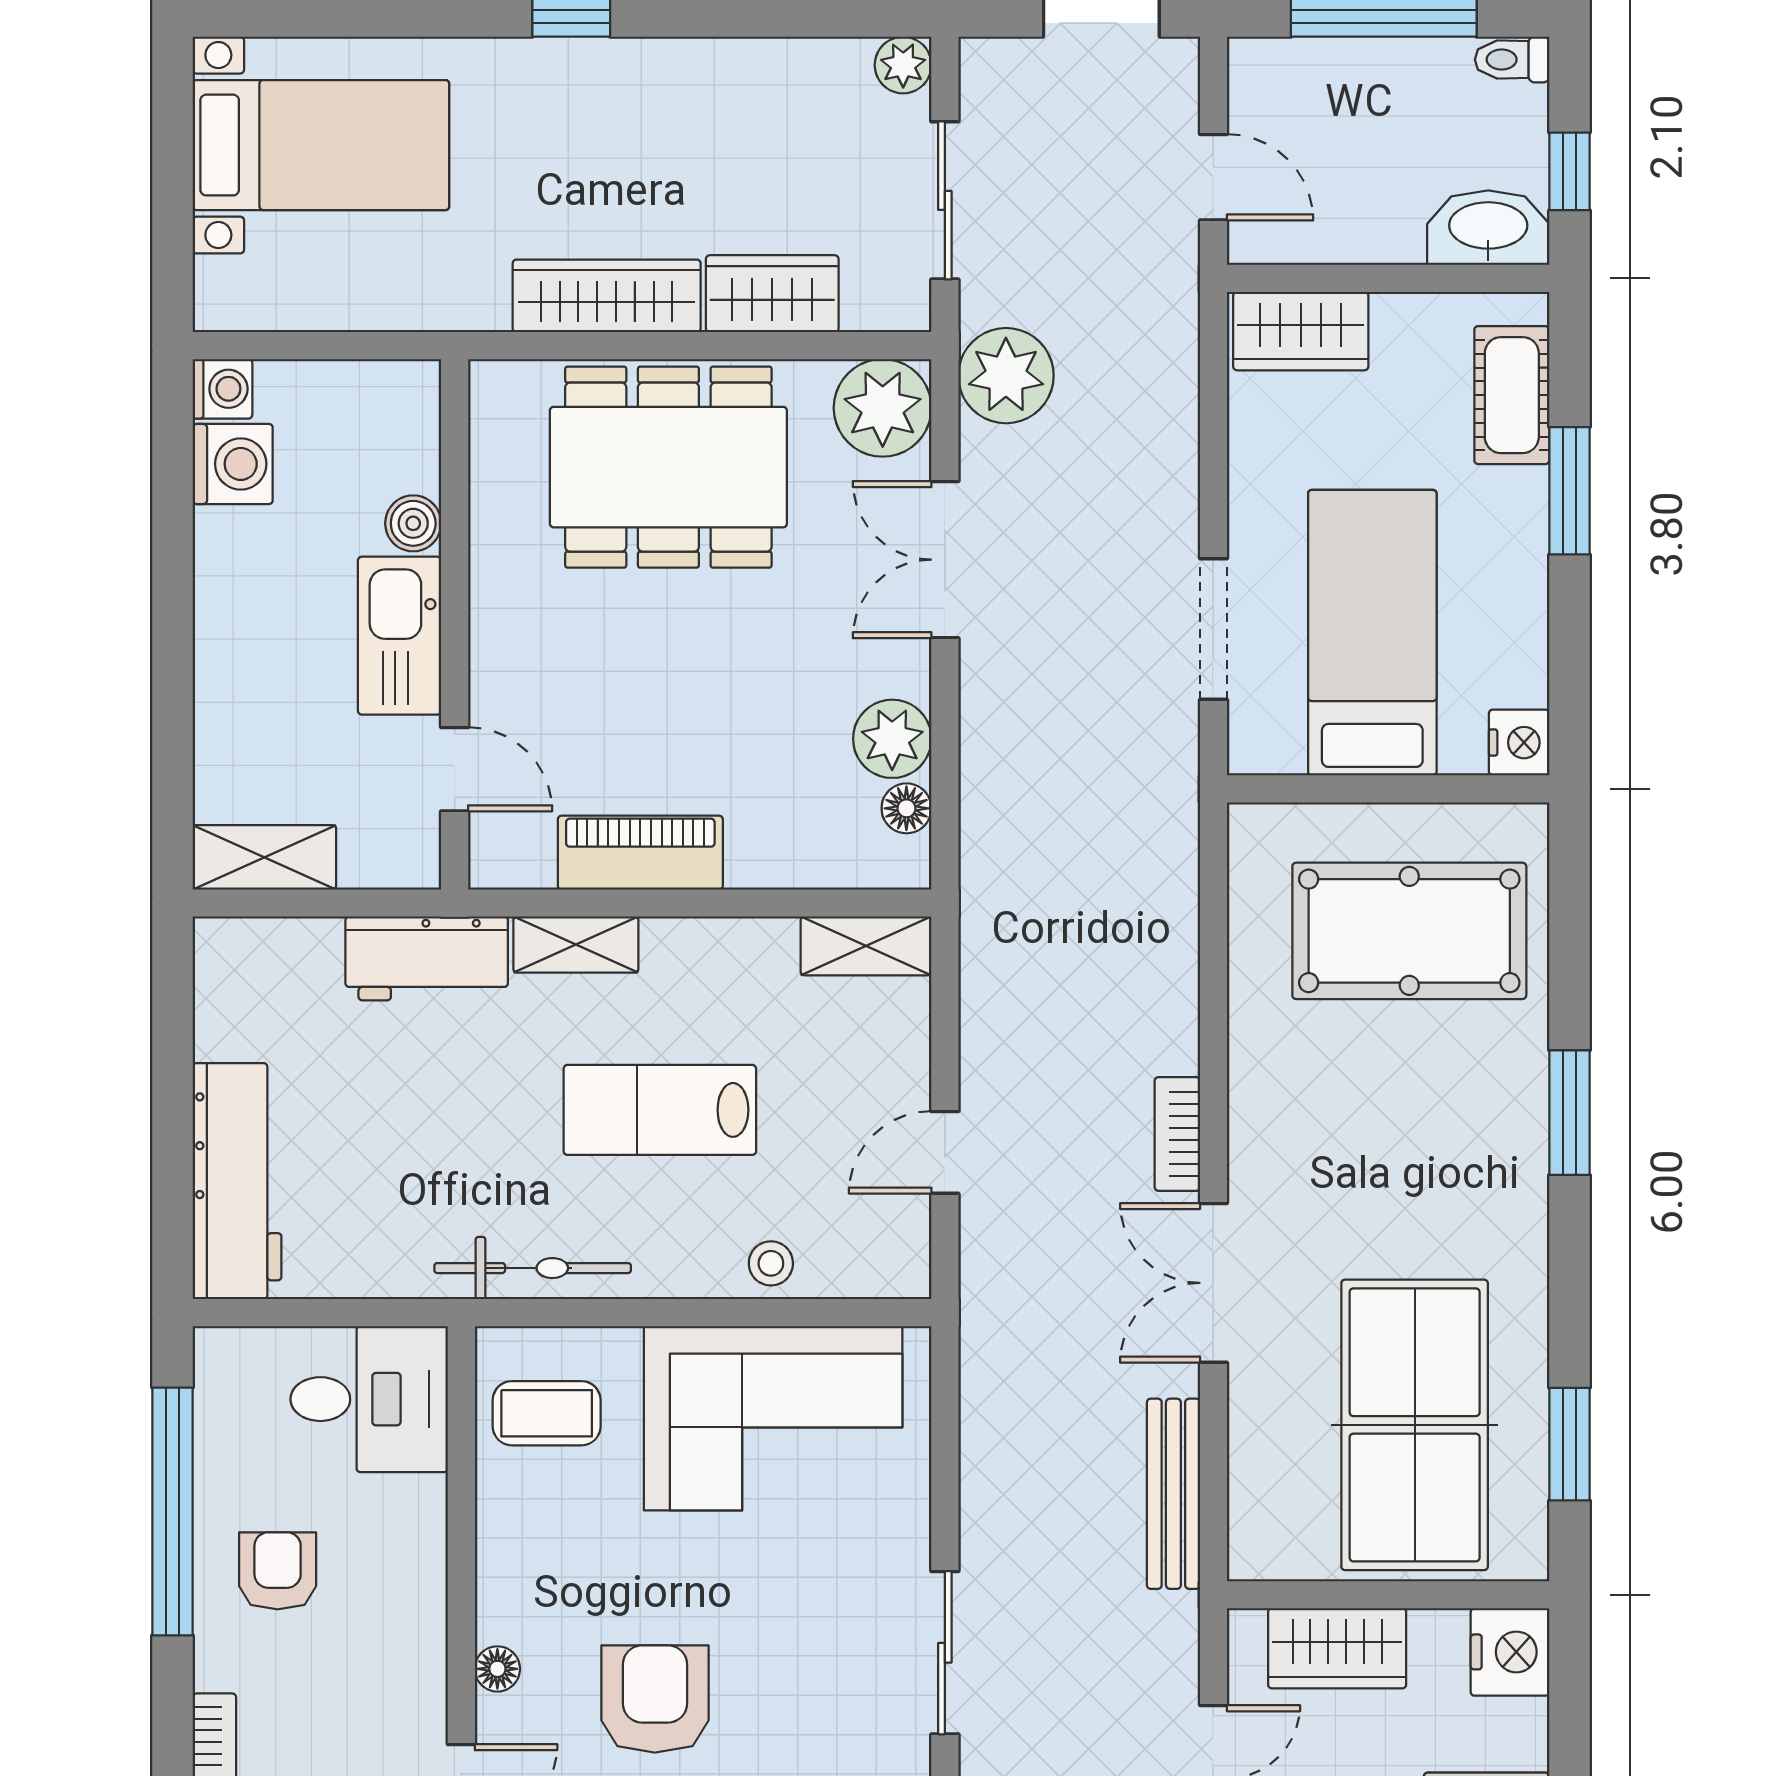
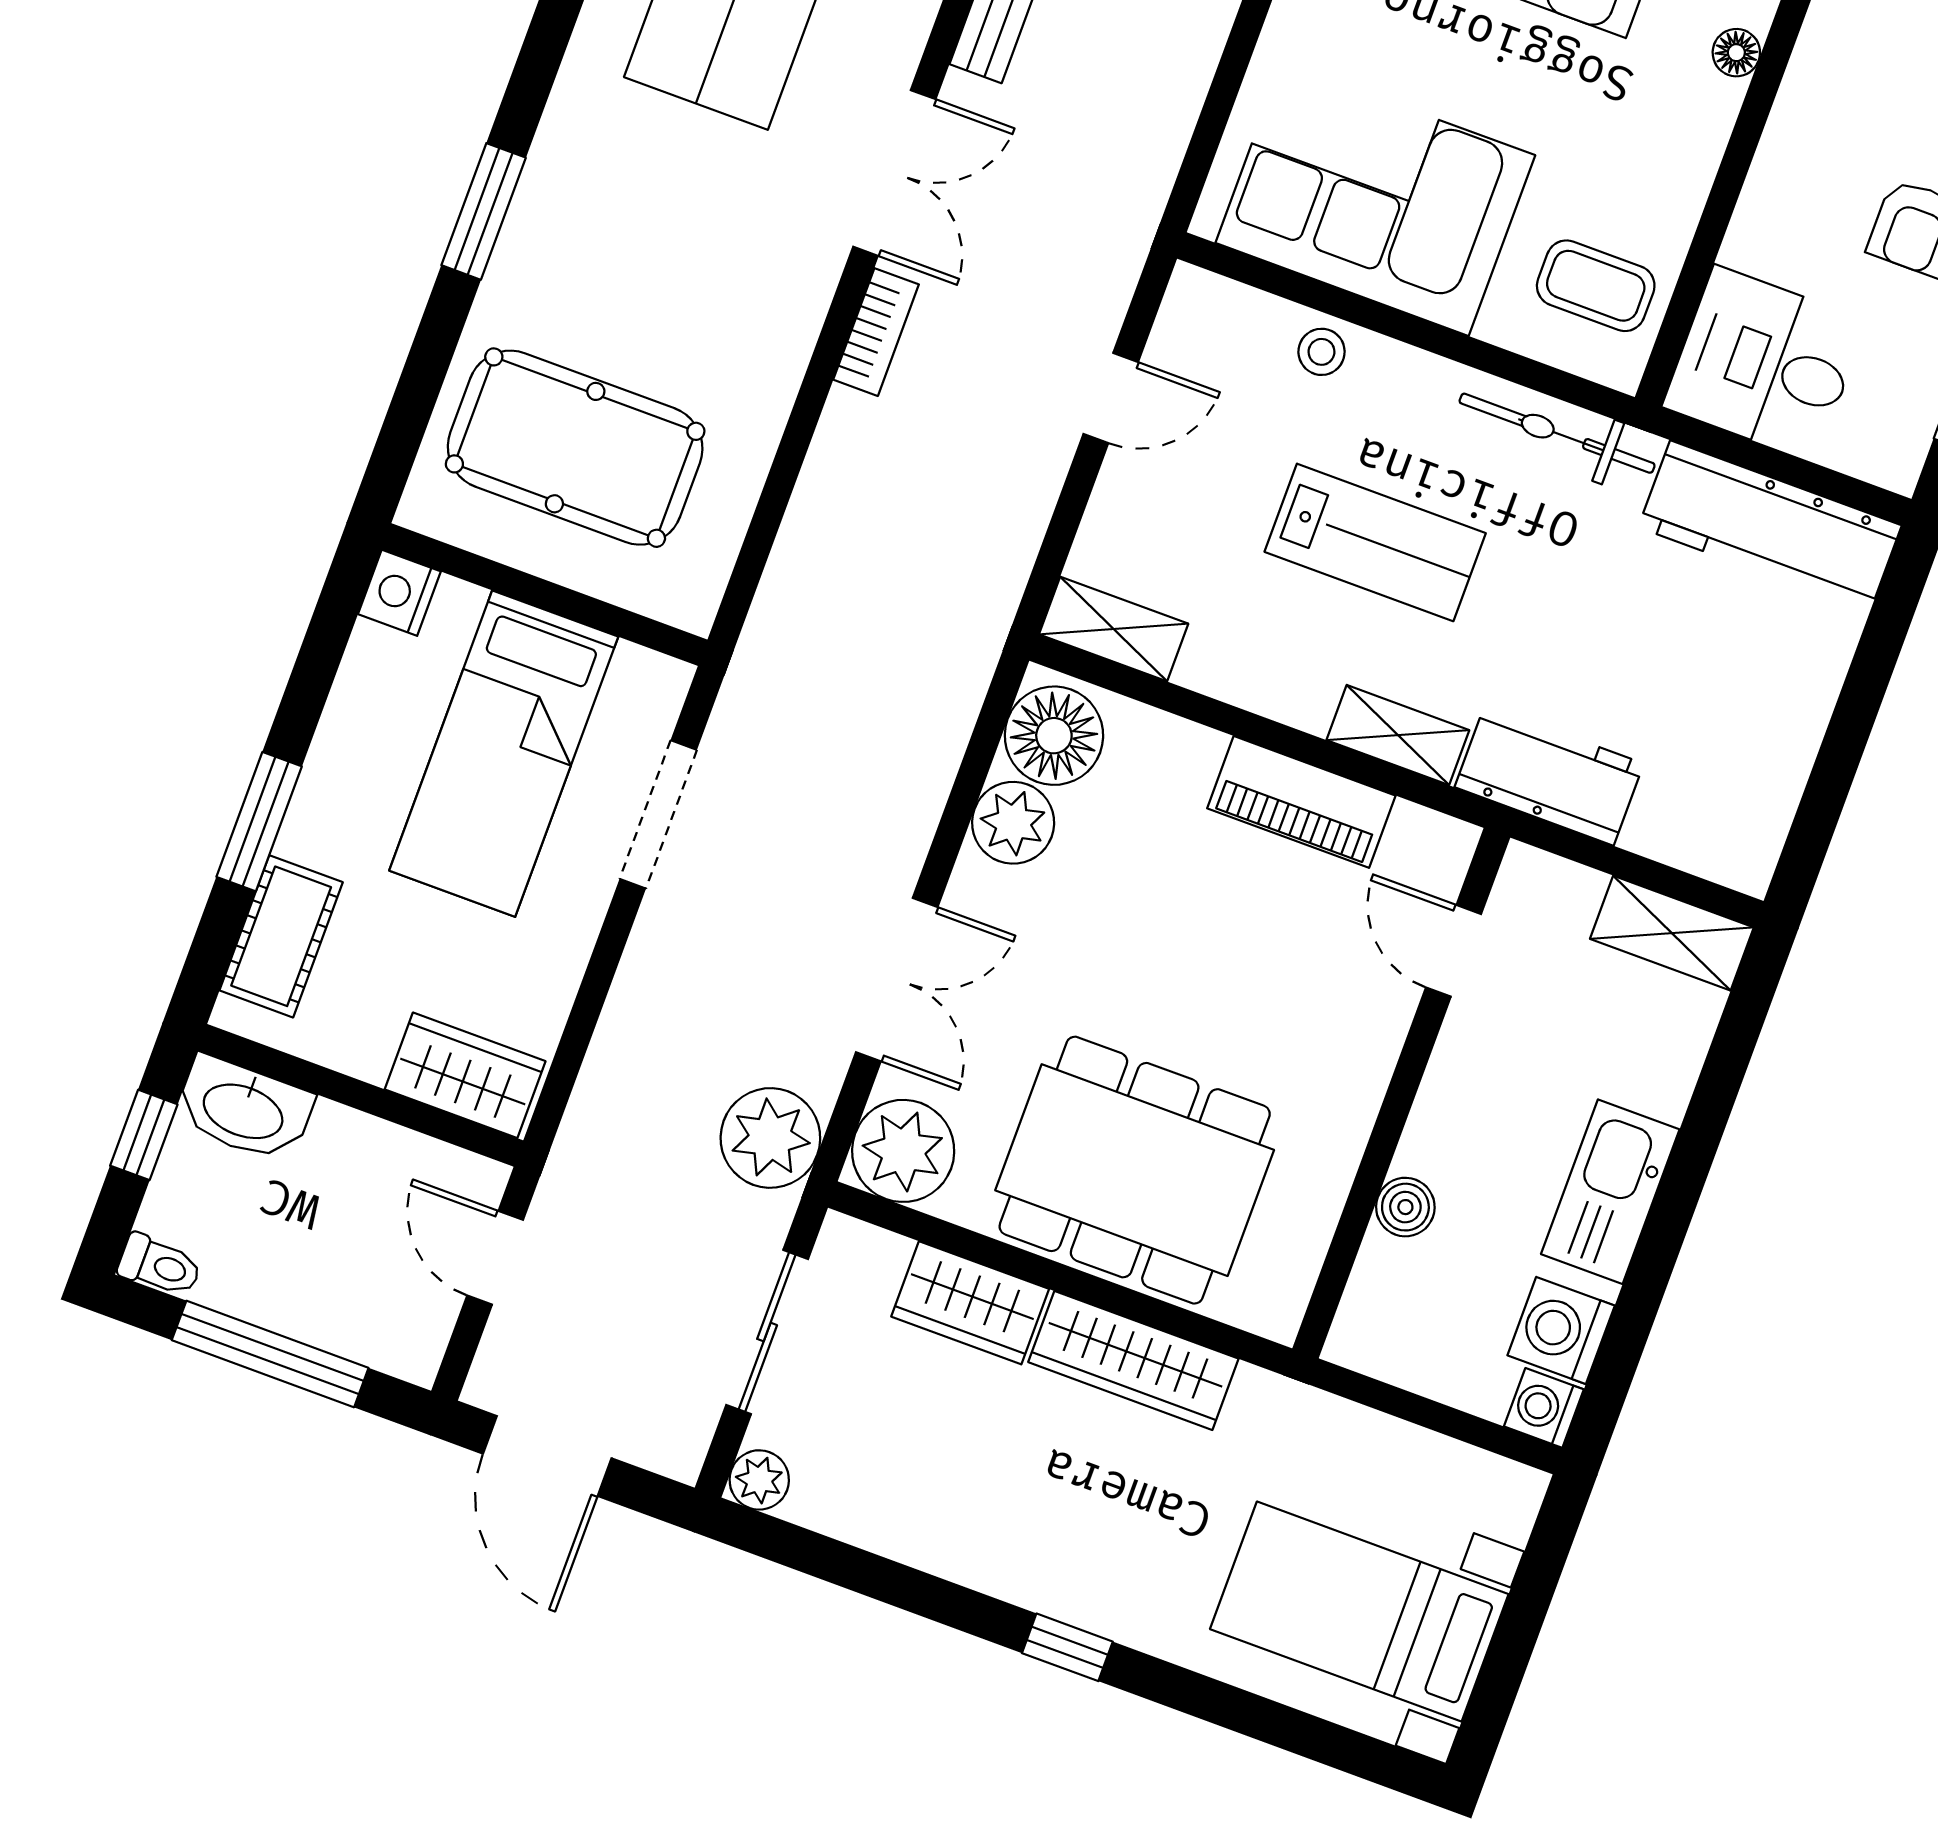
kitchen sink: (400, 636) -> (1610, 1192), moved, turned 180
floor lamp: (906, 808) -> (1054, 736), width x1.89, depth x1.89
workbench: (237, 1181) -> (1770, 526), moved, turned -90

